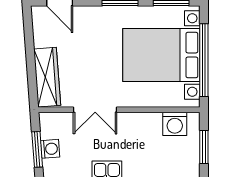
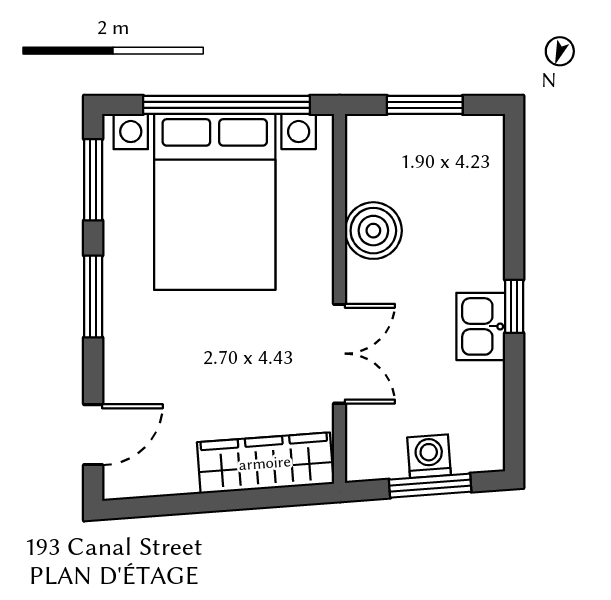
boiler: (149, 124) -> (373, 231), added
washing machine: (175, 124) -> (372, 172), removed

